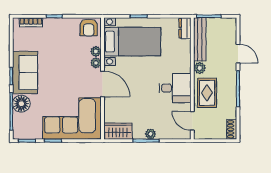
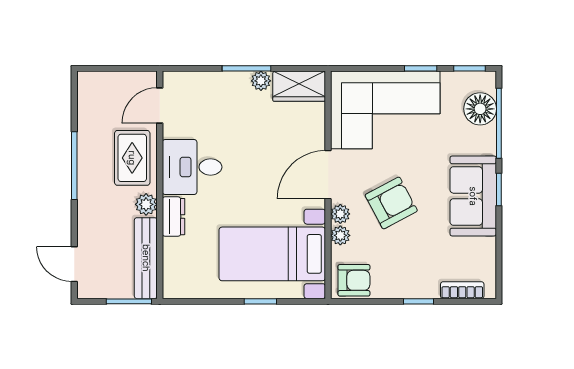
armchair: (89, 28) -> (354, 280), turned 90
dresser: (185, 28) -> (173, 217), moved
door: (238, 54) -> (74, 264), moved
armchair: (69, 69) -> (391, 203), added
door: (103, 84) -> (328, 175), hinge flipped
floor lamp: (21, 104) -> (480, 109), moved
door: (192, 121) -> (160, 105), swing flipped
shoe rack: (232, 129) -> (86, 90), removed
plant: (150, 134) -> (261, 81), moved

